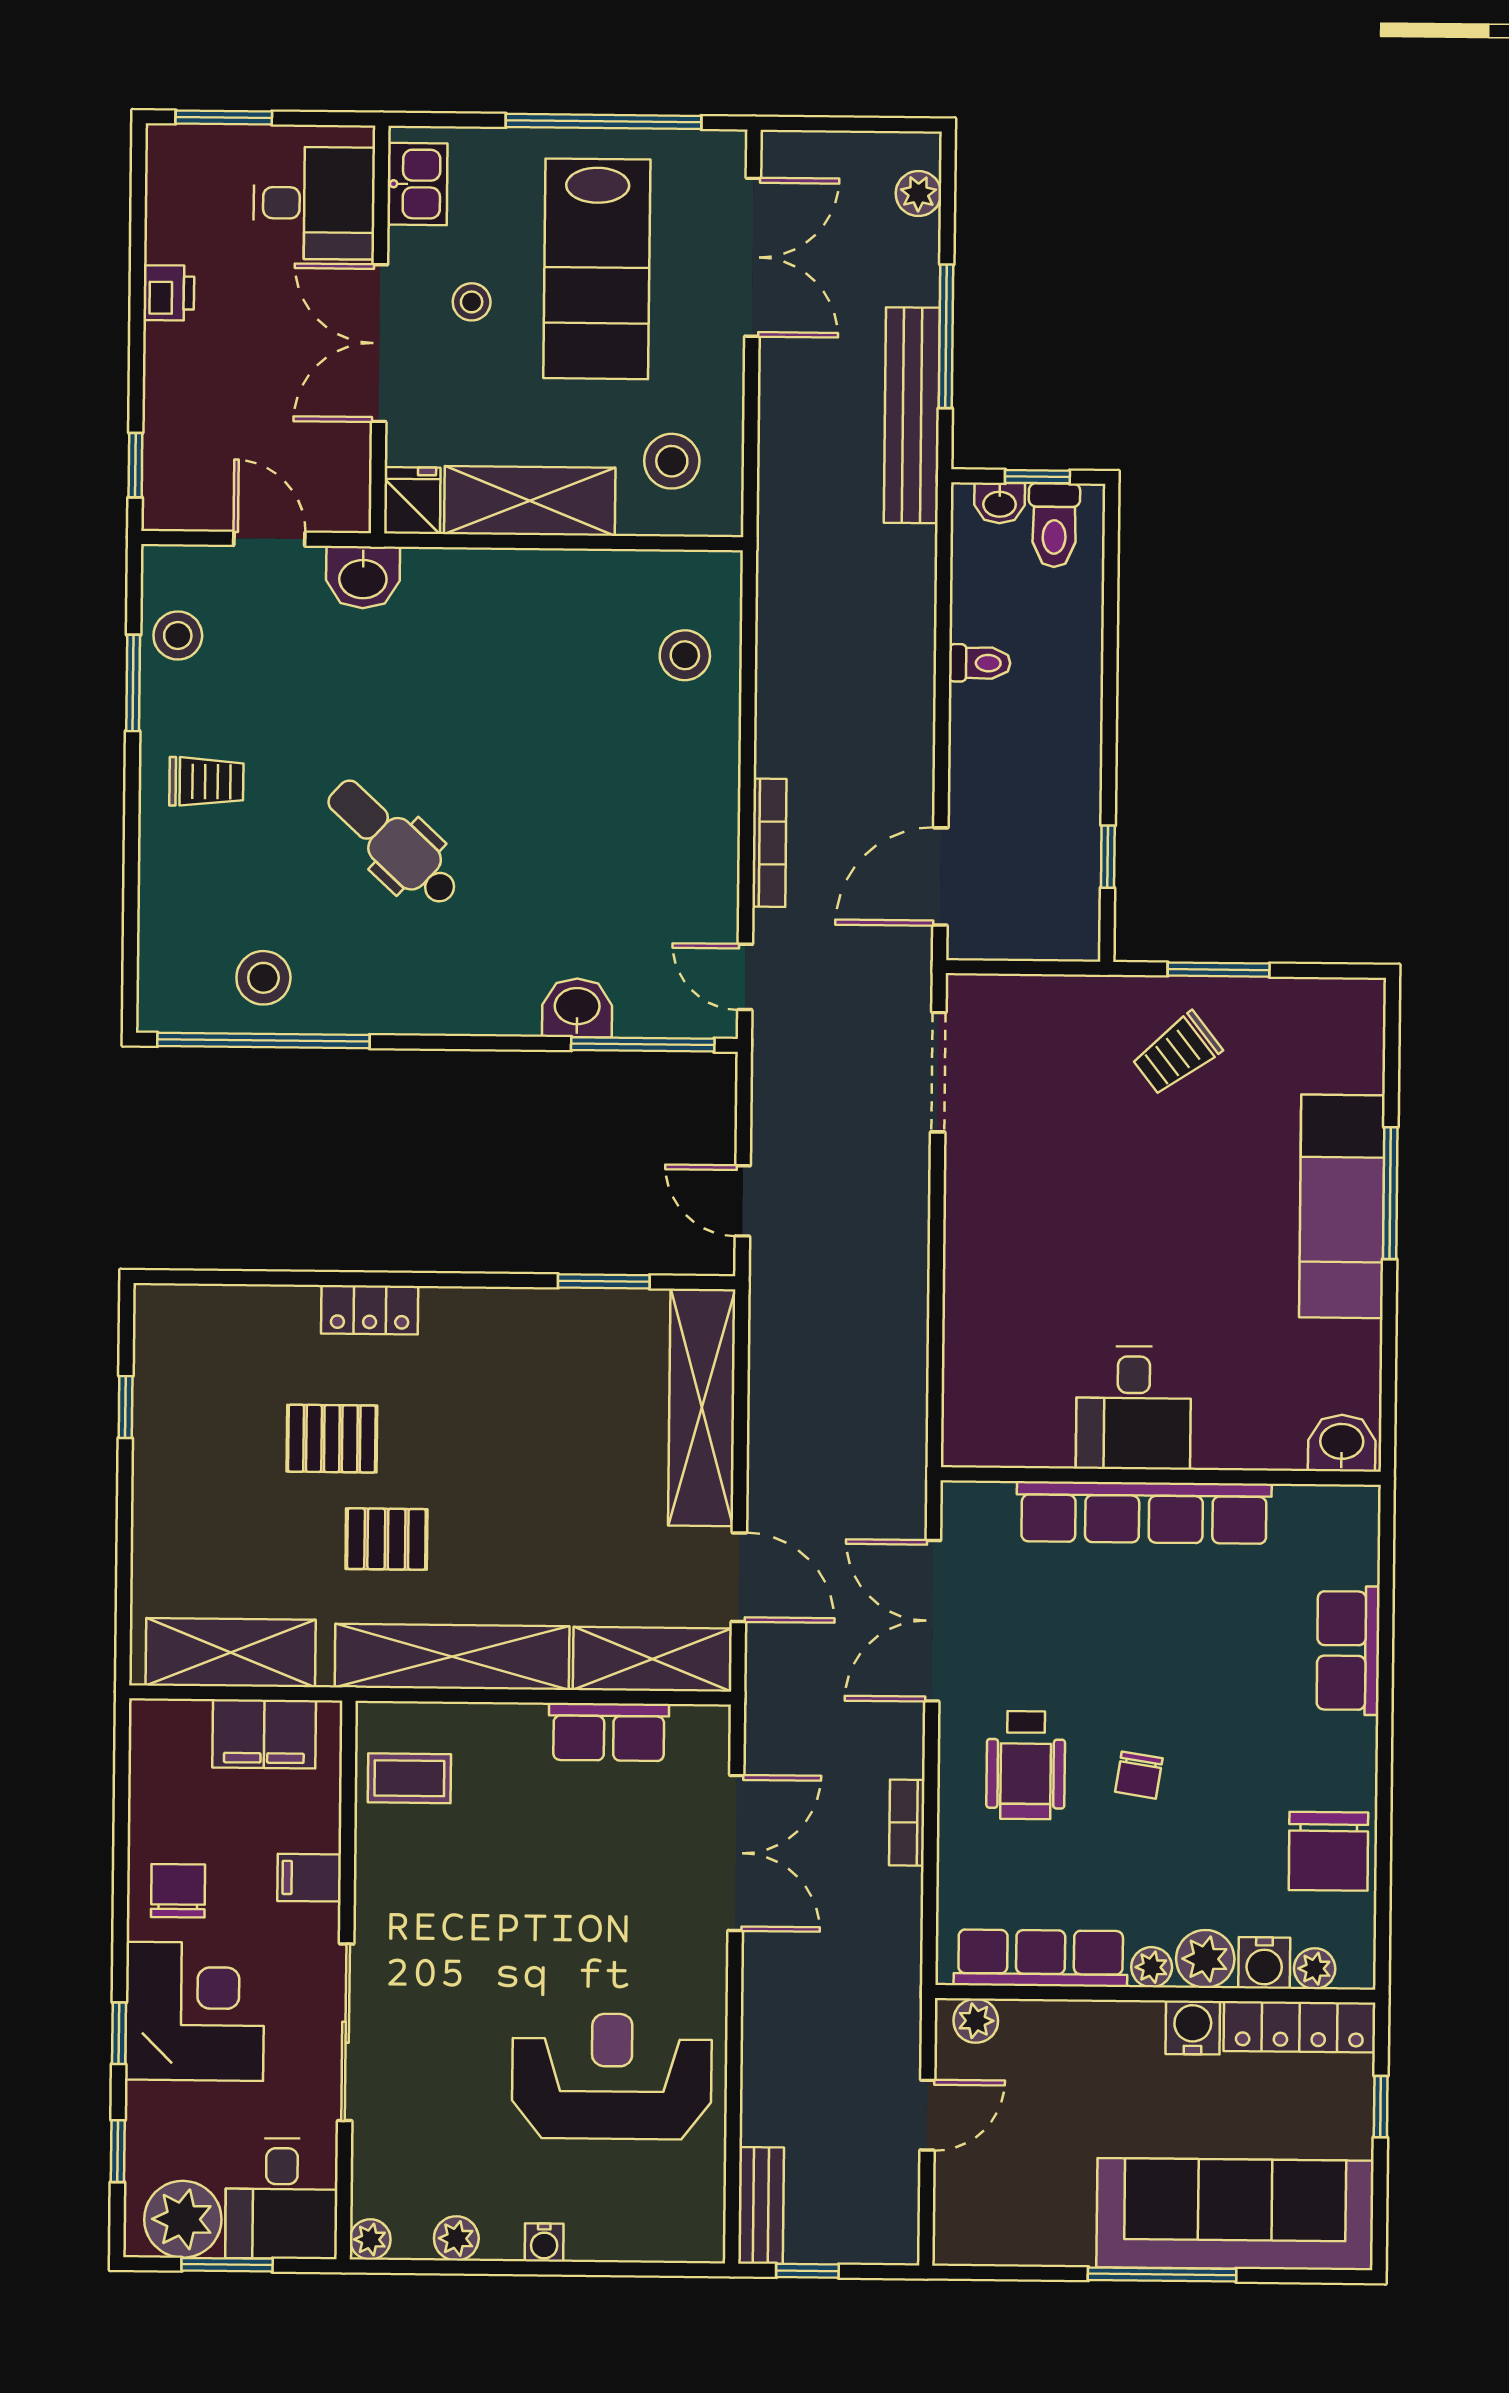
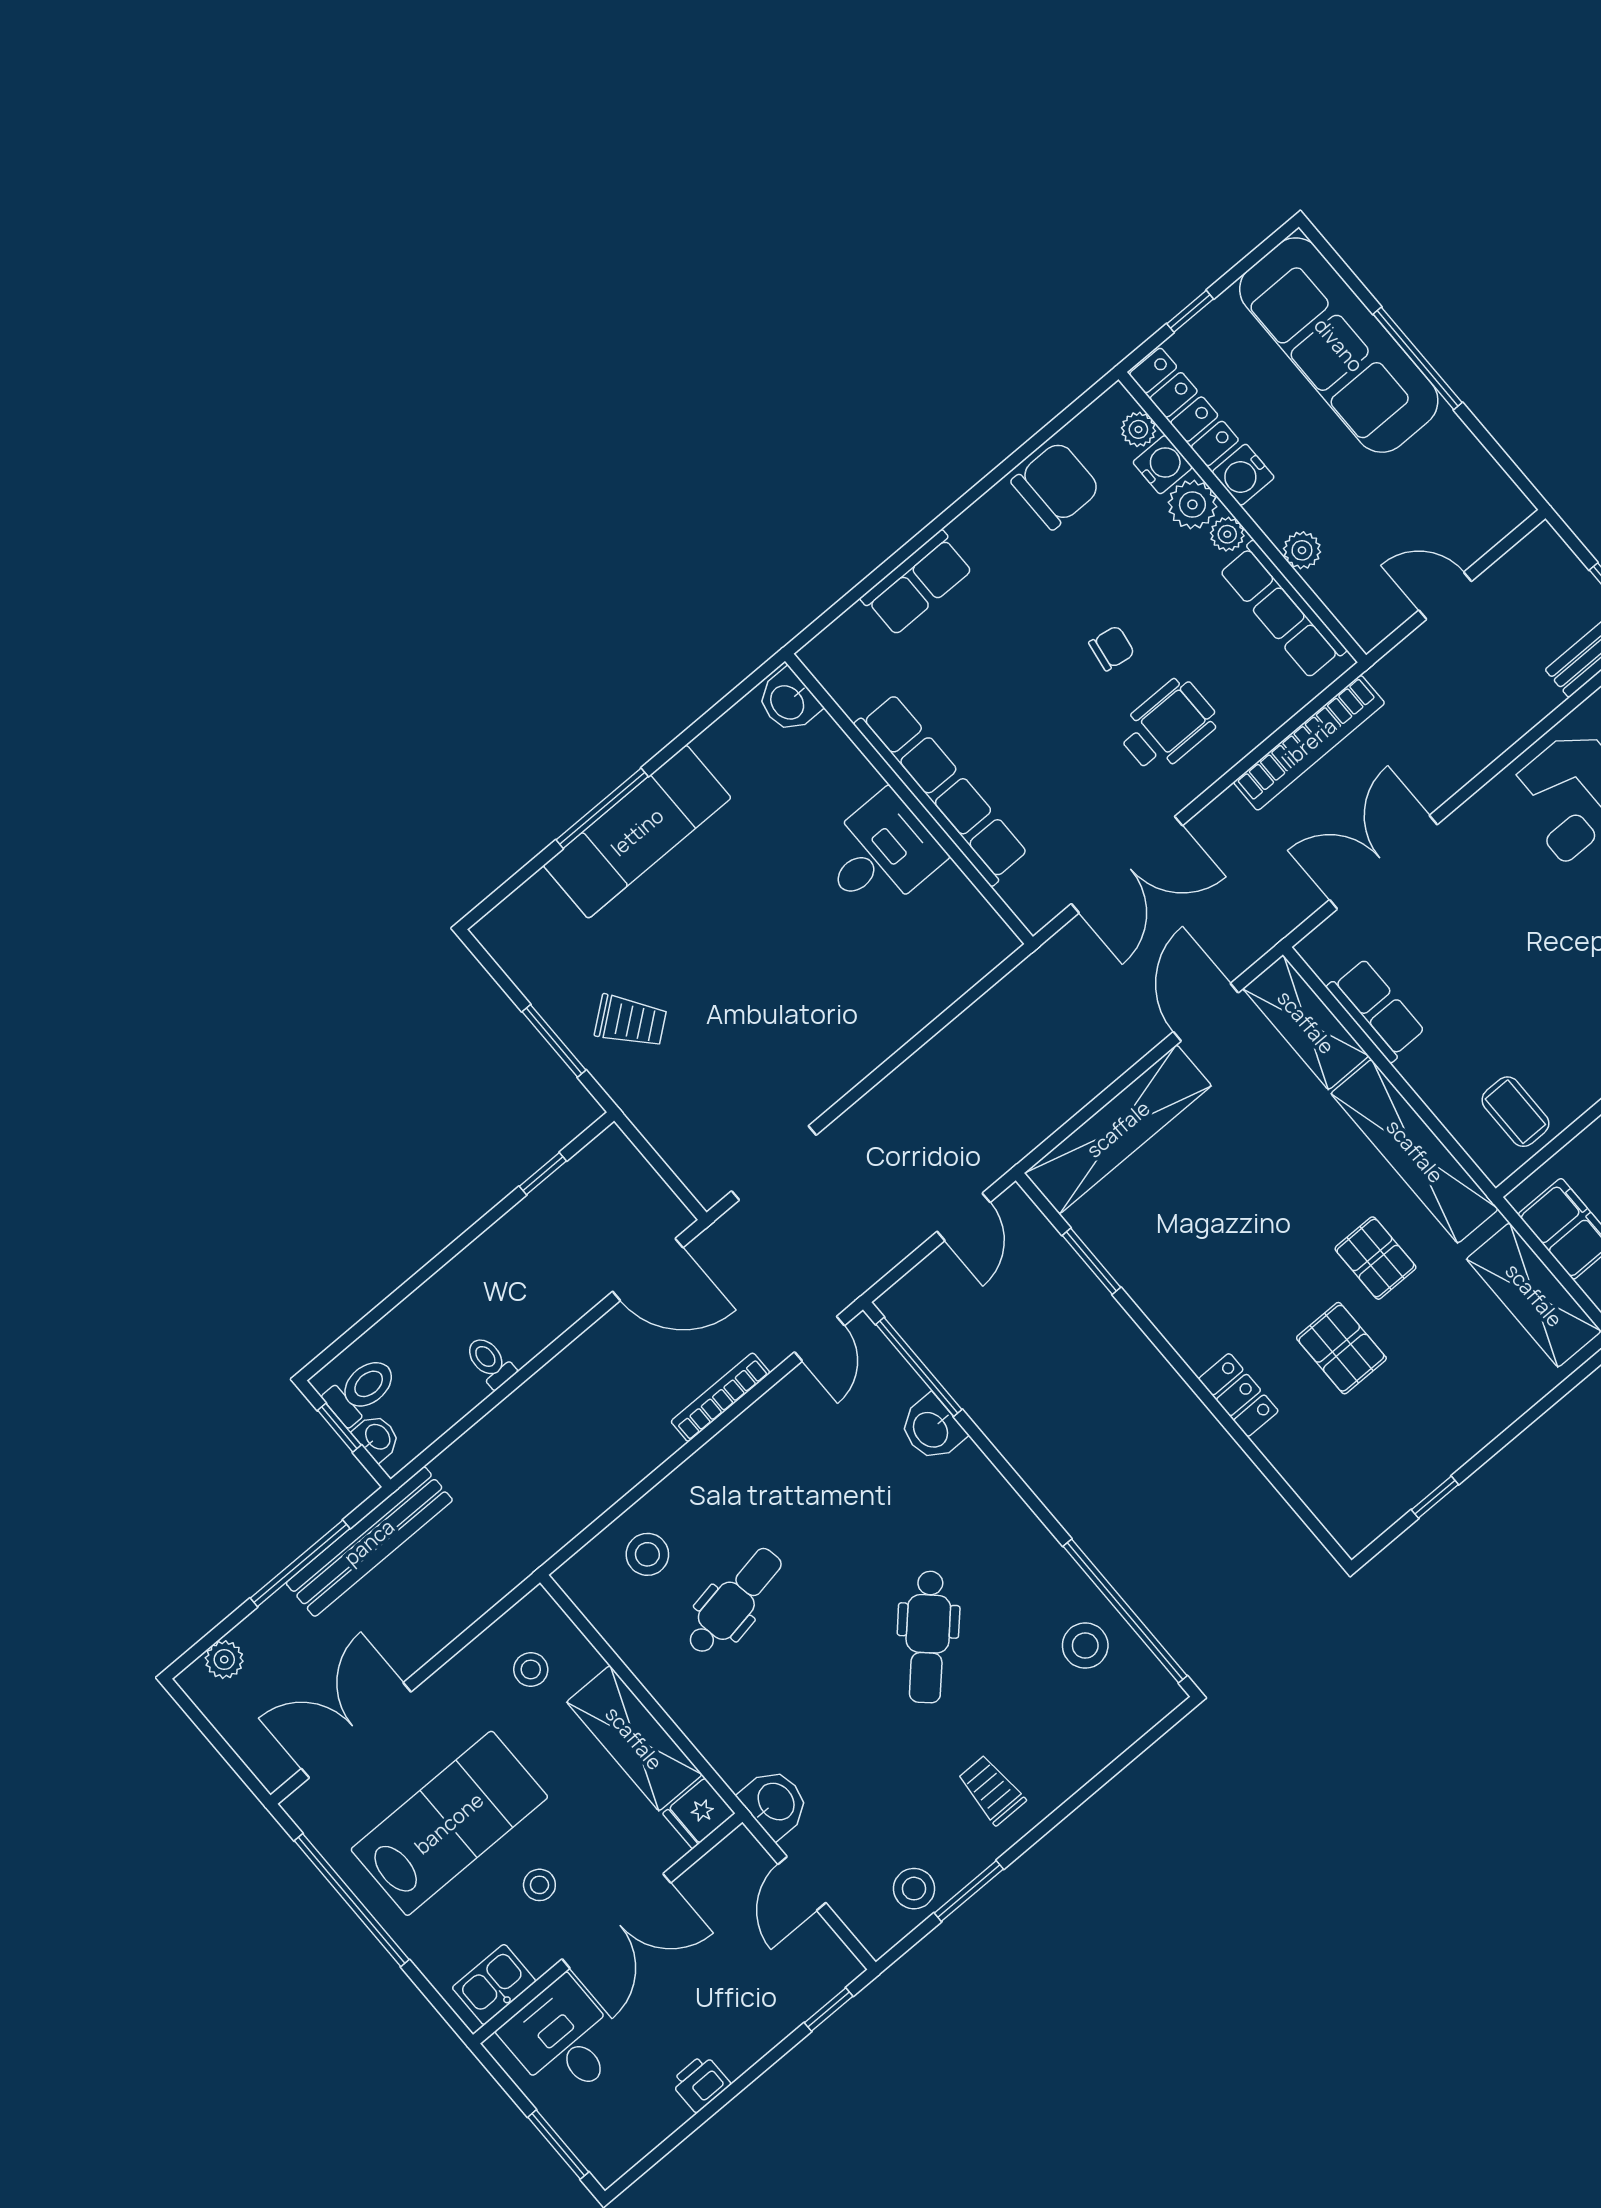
stool: (672, 461) -> (531, 1669), width x0.73, depth x0.73
dental chair: (575, 697) -> (734, 1601), added
bookcase: (907, 1823) -> (1309, 743), width x2.31, depth x1.31
plant: (976, 2021) -> (1302, 550), moved

